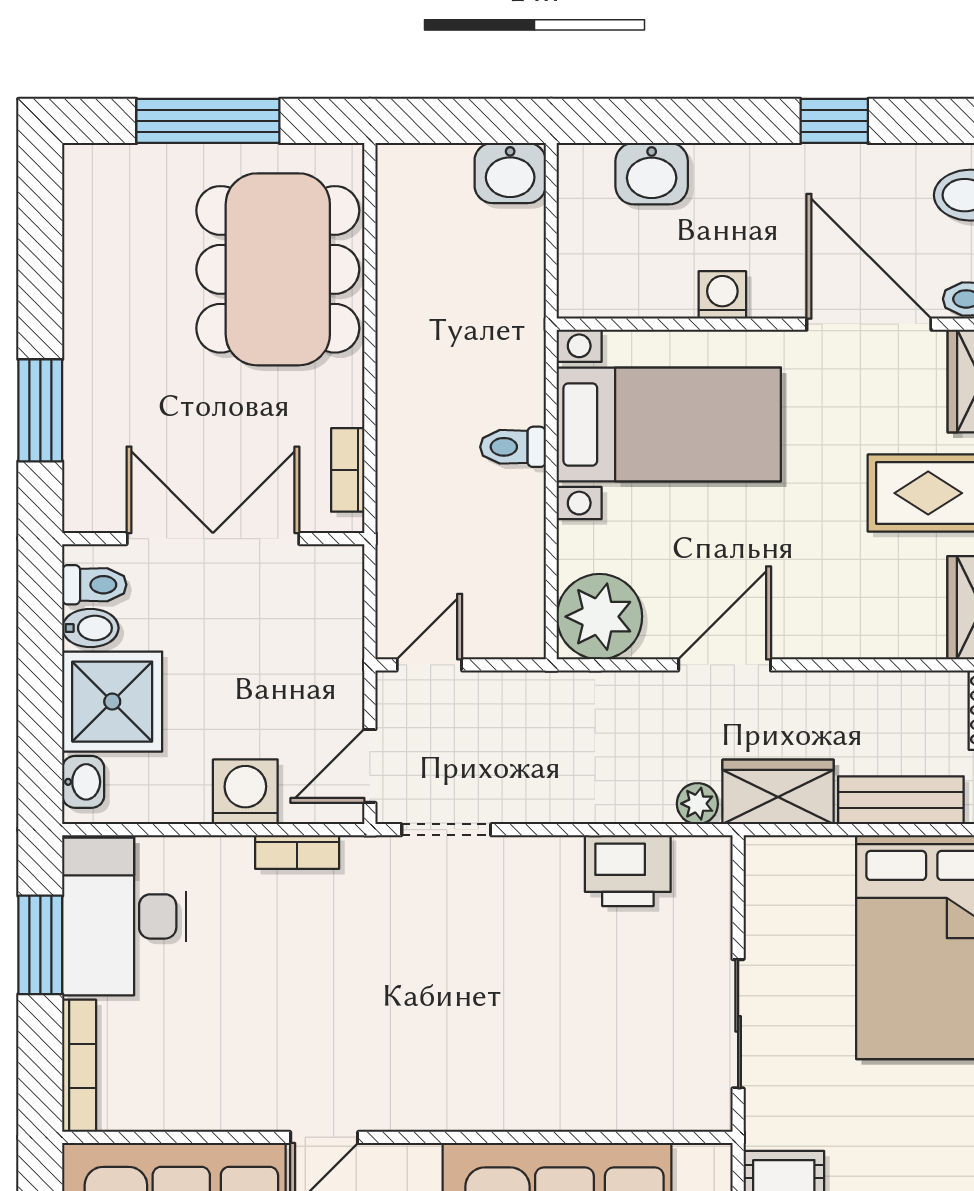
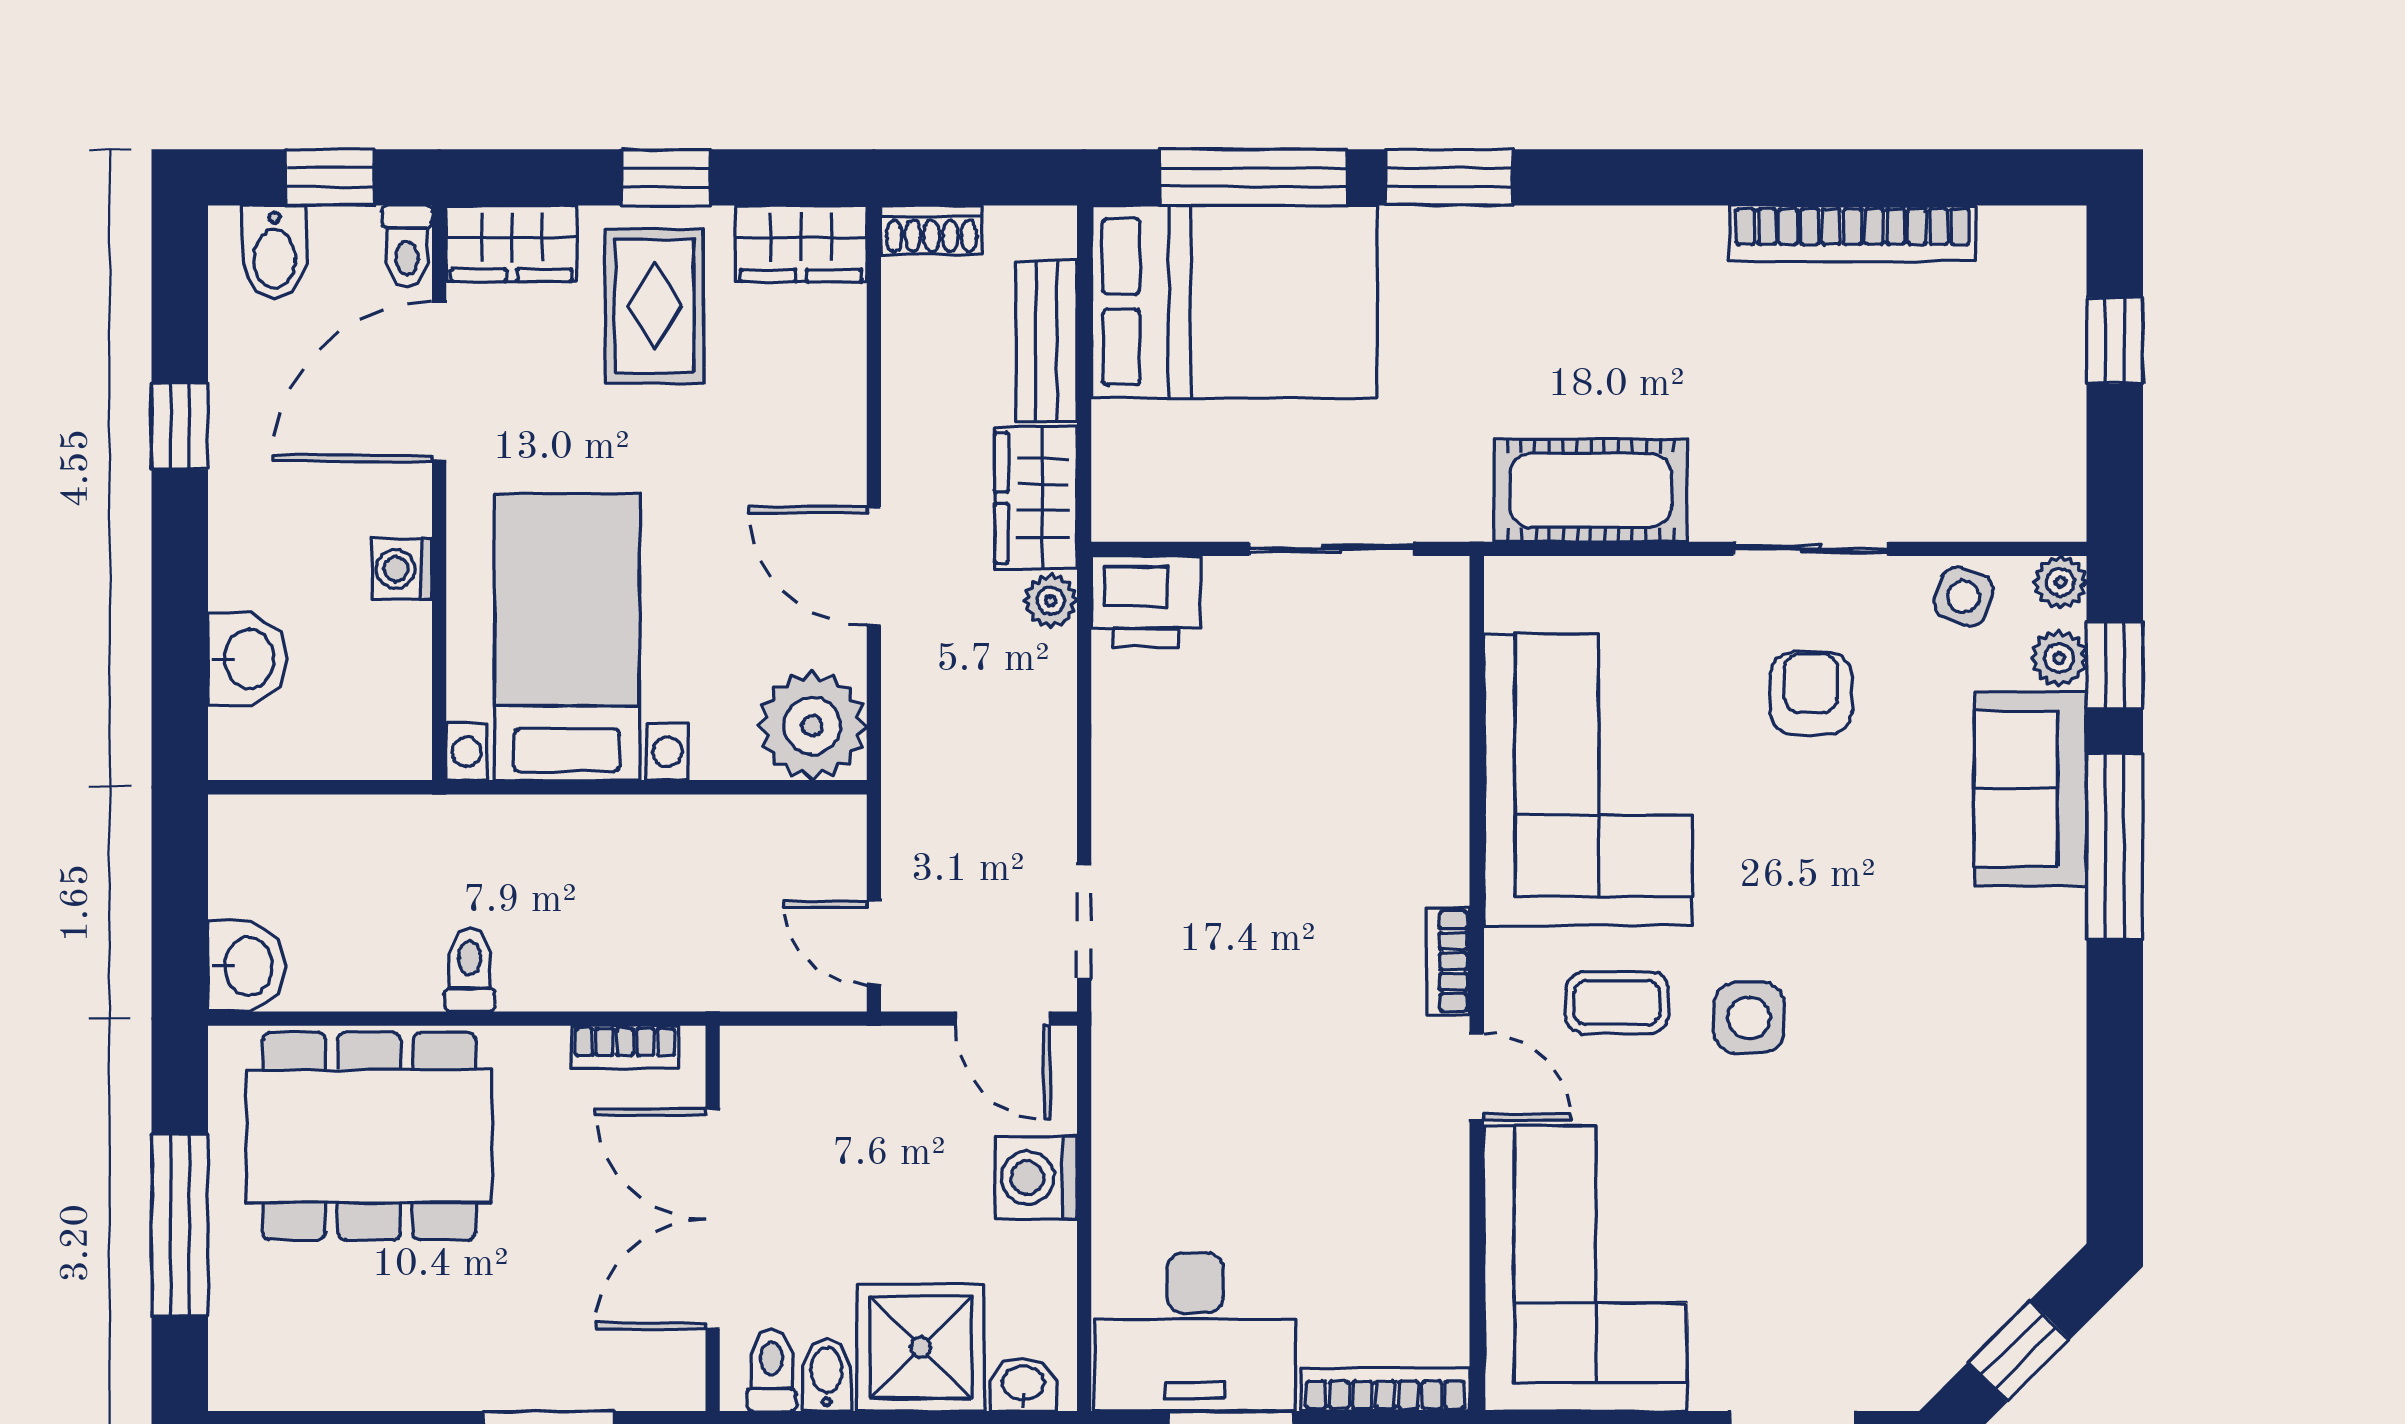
washbasin: (510, 173) -> (246, 966), moved
toilet: (513, 447) -> (470, 970), moved, turned 180
bookcase: (297, 852) -> (1448, 961), moved, turned 180
printer: (628, 871) -> (1146, 601), moved, turned 90

